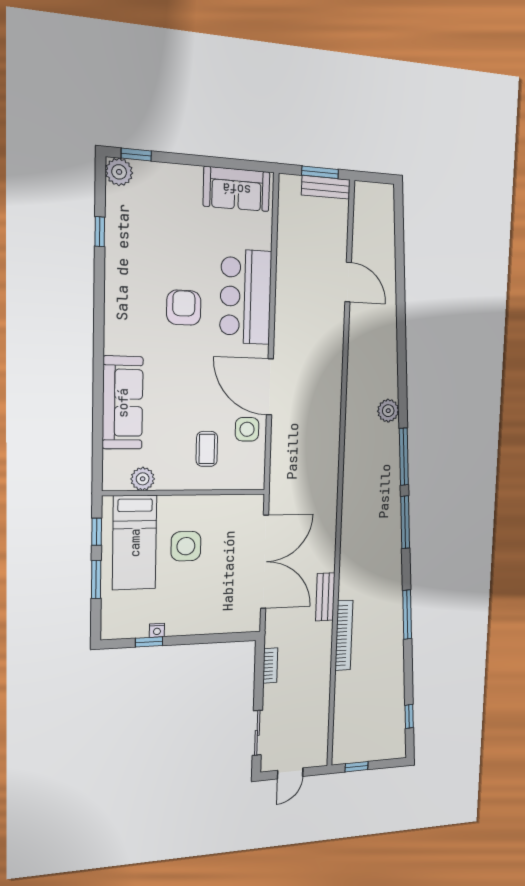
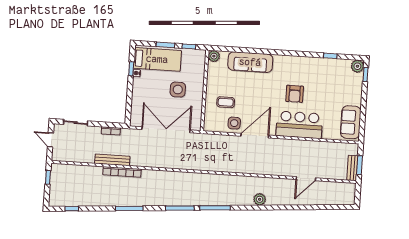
armchair: (184, 308) -> (295, 94), turned 90
plant: (388, 411) -> (260, 199), moved
plant: (143, 479) -> (214, 56), moved
bed: (135, 543) -> (157, 59), moved, turned 180
double door: (264, 562) -> (166, 130), swing flipped
bench: (325, 597) -> (112, 160), moved, width x1.36

